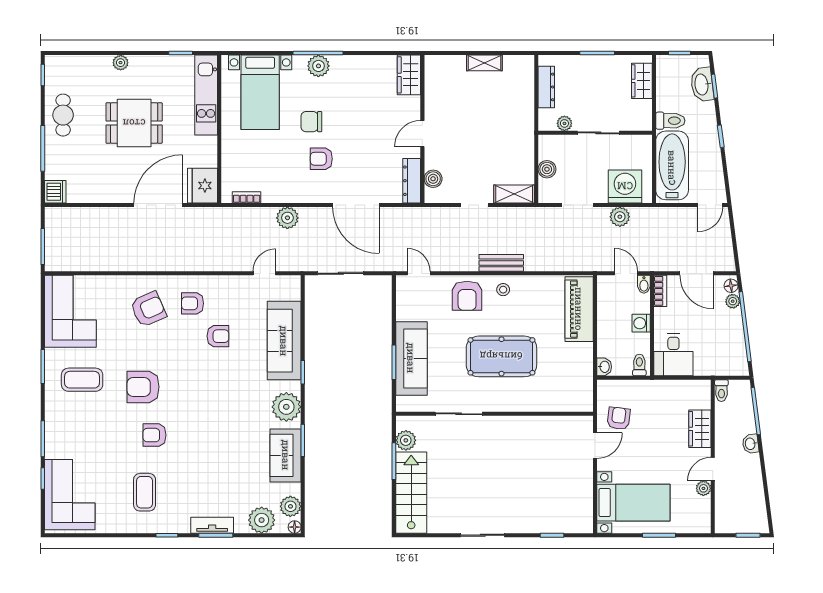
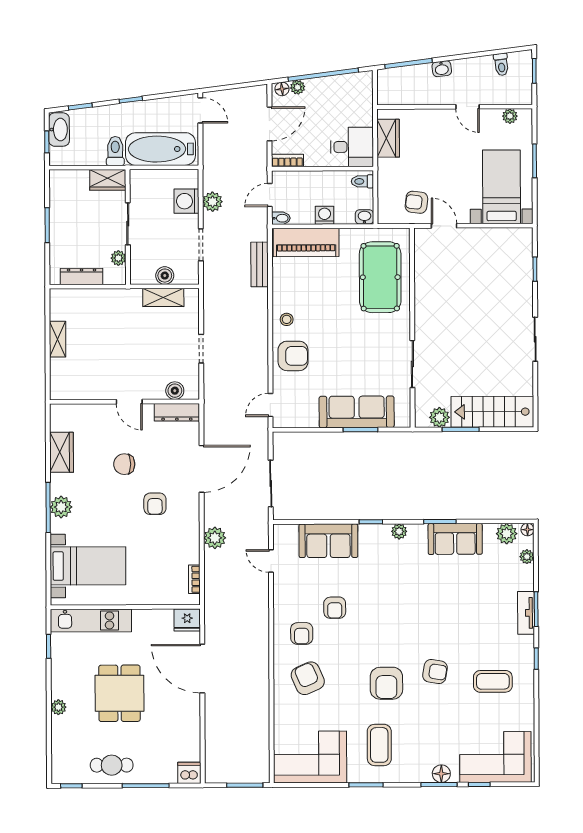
wardrobe: (409, 75) -> (62, 452), moved, turned -90
wardrobe: (642, 81) -> (108, 180), moved
washbasin: (702, 84) -> (59, 130), moved, turned -83
chair: (311, 122) -> (124, 464), moved, turned 90
fridge: (203, 186) -> (187, 620), width x0.73, depth x0.75
washing machine: (625, 186) -> (186, 201), width x0.73, depth x0.73
shelving: (514, 194) -> (163, 297), moved, turned 90
bench: (501, 263) -> (259, 264), moved
bidet: (644, 284) -> (281, 218), moved
washing machine: (641, 323) -> (325, 215), moved, turned 180
armchair: (218, 336) -> (335, 608), turned 180
sofa: (284, 341) -> (328, 541), width x0.73
pool table: (501, 356) -> (380, 277), moved
toilet: (721, 391) -> (501, 64), moved, turned 83
plant: (286, 407) -> (399, 531), width x0.53, depth x0.53
wardrobe: (700, 429) -> (388, 138), moved, turned -90
armchair: (154, 435) -> (435, 672), turned -81
floor lamp: (53, 441) -> (441, 774), added
plant: (703, 488) -> (510, 116), moved
plant: (262, 520) -> (527, 557), width x0.53, depth x0.53

